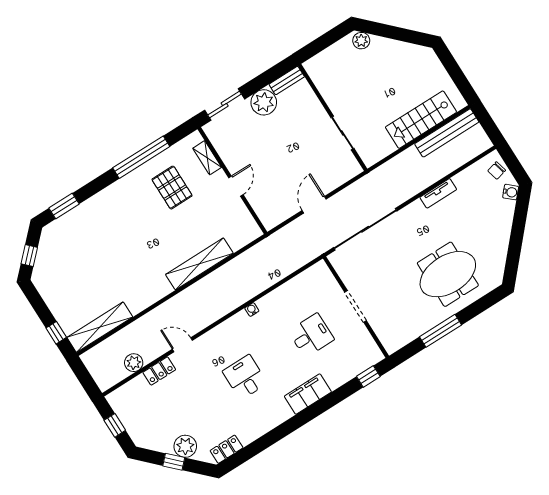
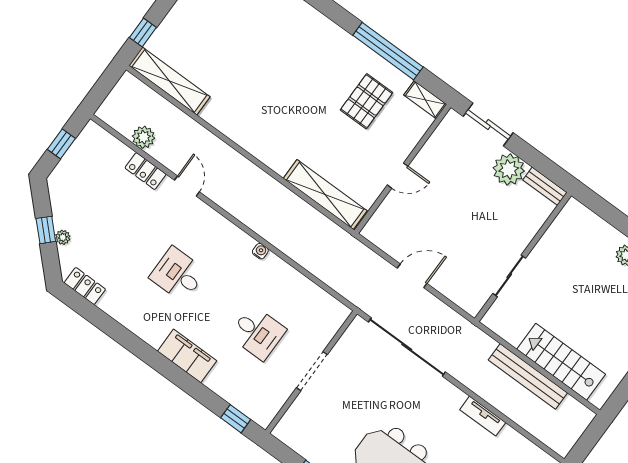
bench: (447, 133) -> (528, 376), moved
shelving: (207, 158) -> (425, 100), moved, turned 90
shelving: (199, 264) -> (325, 195), moved
desk: (245, 377) -> (178, 274), turned -90
plant: (185, 446) -> (63, 237), width x0.53, depth x0.53

